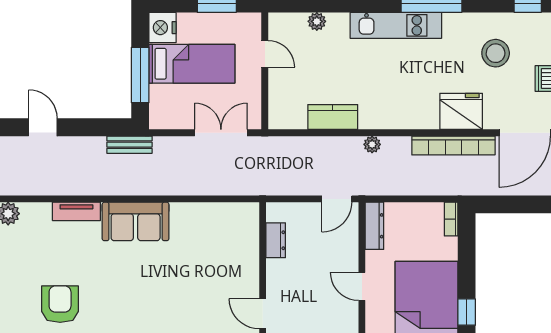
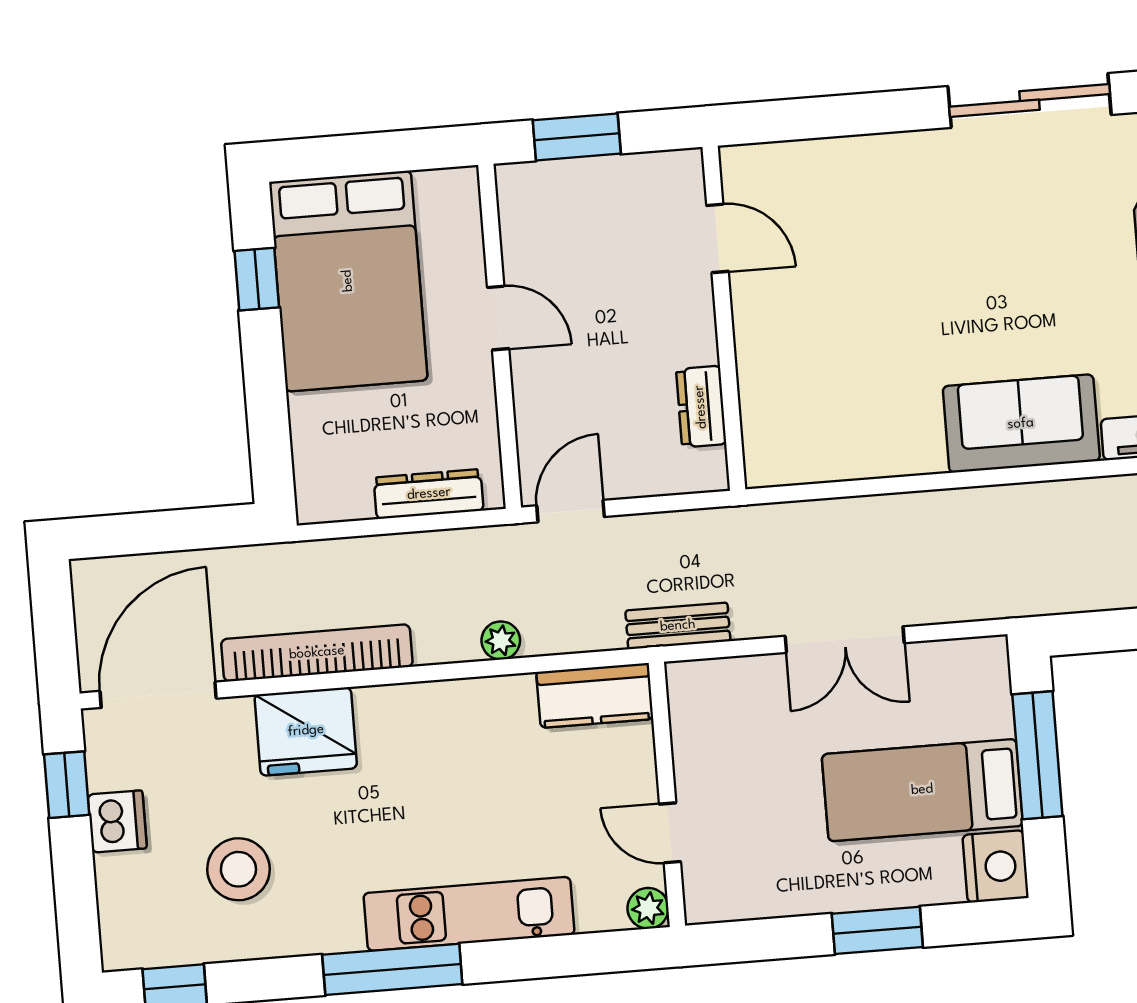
door: (265, 54) -> (670, 833), moved
wall: (265, 71) -> (667, 794), moved
bench: (129, 145) -> (678, 626), moved
bookcase: (451, 219) -> (309, 486), removed
dresser: (374, 226) -> (429, 494), moved, turned 90

